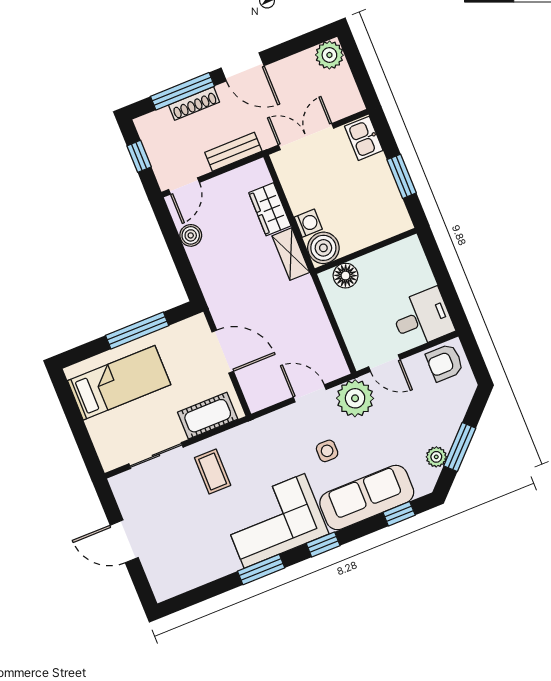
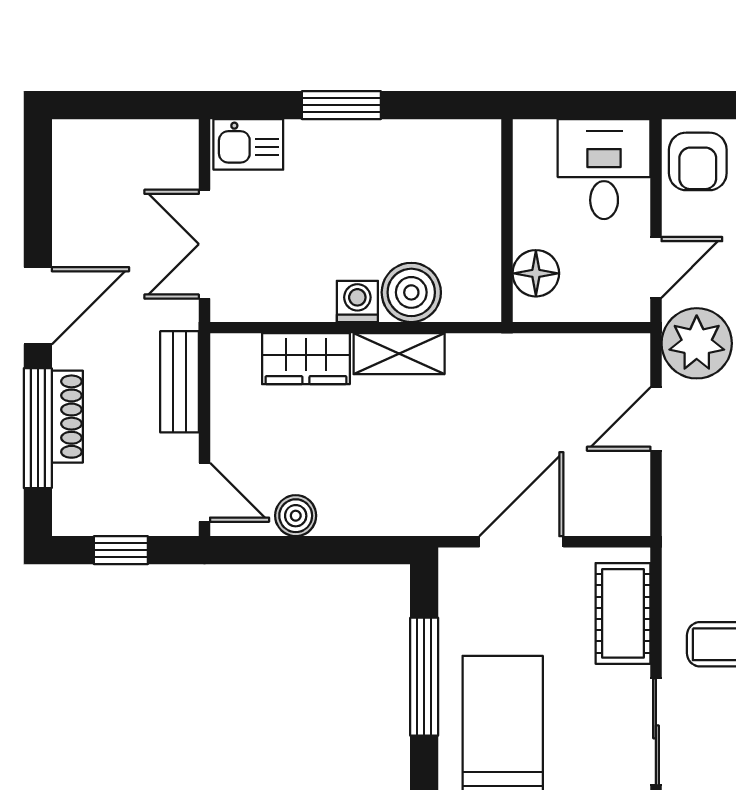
plant: (329, 55) -> (78, 146), removed
wall: (366, 251) -> (507, 221), moved
floor lamp: (346, 276) -> (536, 273), moved

